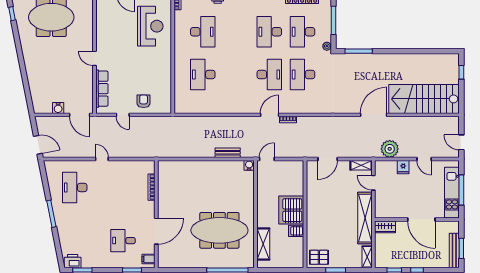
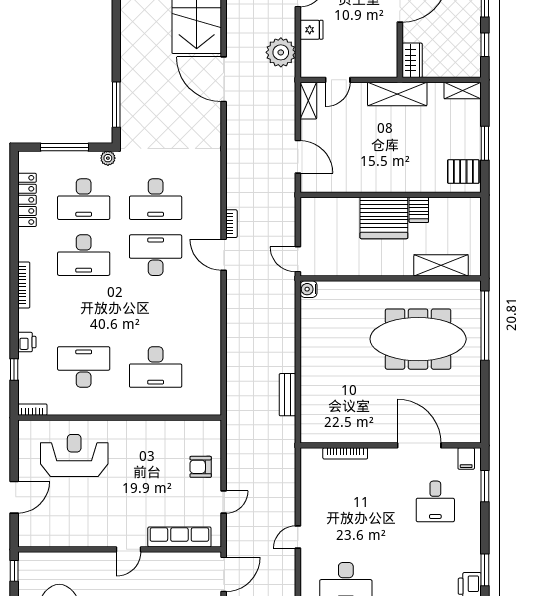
bench: (228, 153) -> (287, 395), moved
shelving: (365, 218) -> (397, 94), width x0.68
meeting table: (219, 230) -> (418, 339), turned 90
pallet: (319, 257) -> (463, 172), turned 90

